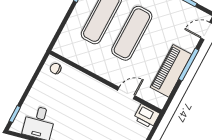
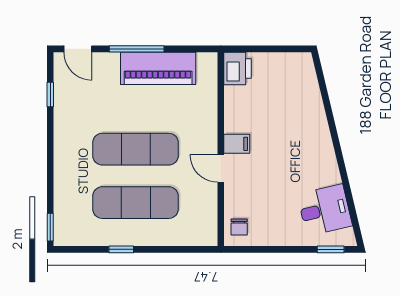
filing cabinet: (104, 93) -> (237, 144), added
door: (126, 93) -> (221, 168), moved

